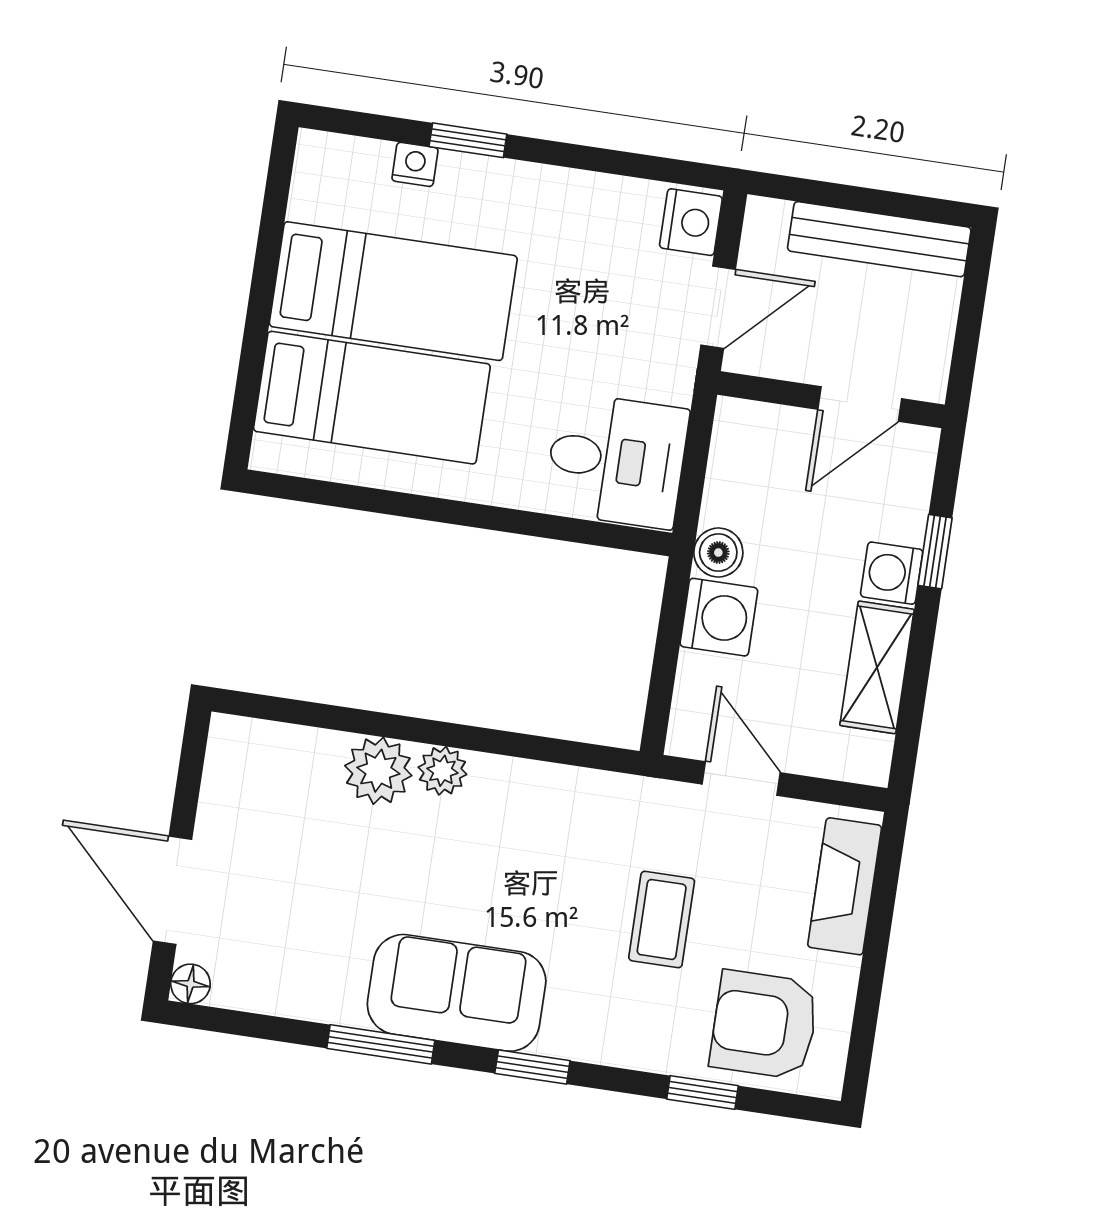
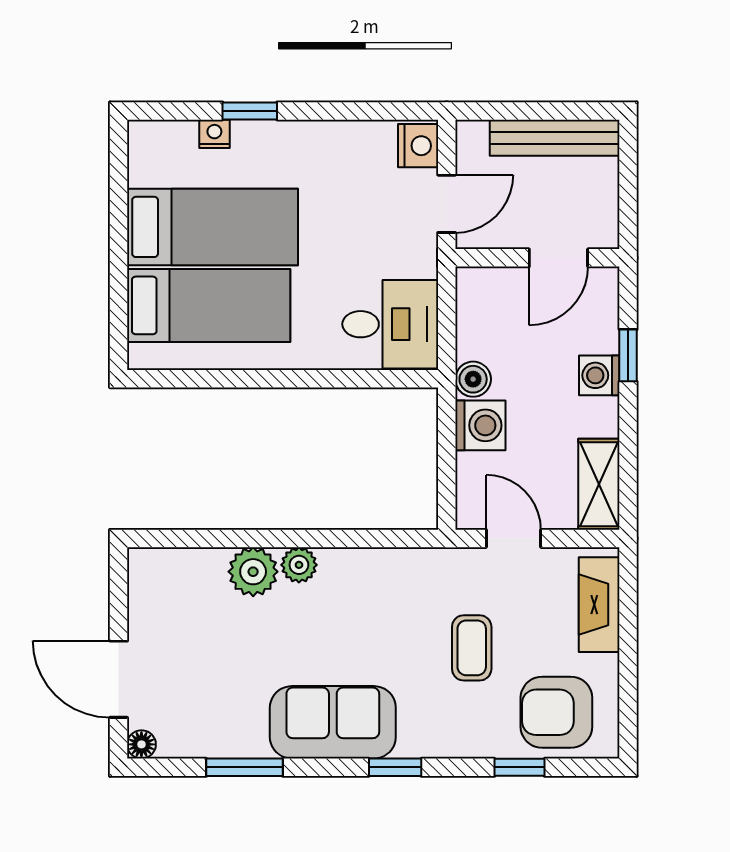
shelving: (877, 667) -> (599, 484), moved
window: (381, 1044) -> (245, 767), moved

